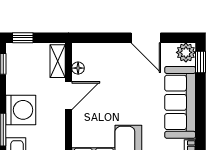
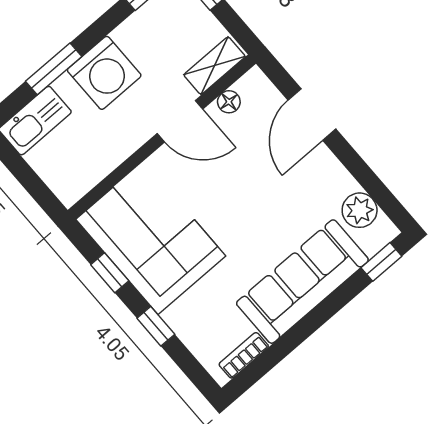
door: (146, 38) -> (312, 115), moved
plant: (186, 52) -> (360, 210), moved

